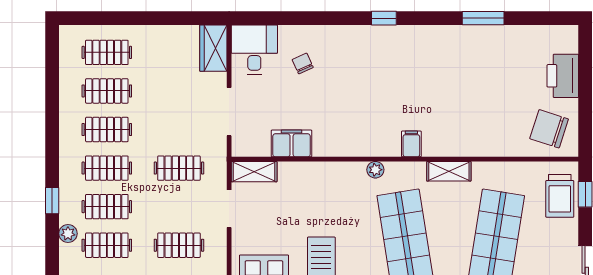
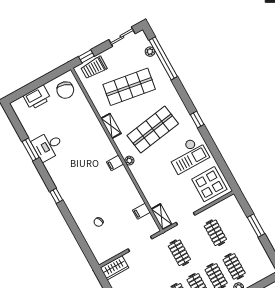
desk: (254, 50) -> (48, 146), moved
filing cabinet: (292, 143) -> (141, 211), width x0.50
filing cabinet: (411, 144) -> (115, 163), moved
trolley: (560, 196) -> (94, 68), turned 180

